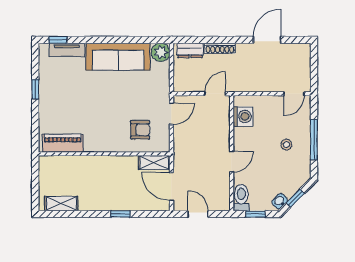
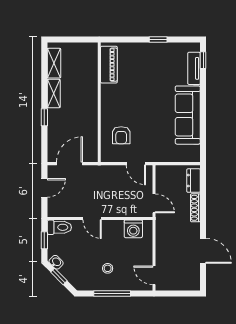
plant: (161, 52) -> (192, 154), removed
shelving: (154, 163) -> (54, 94), moved

